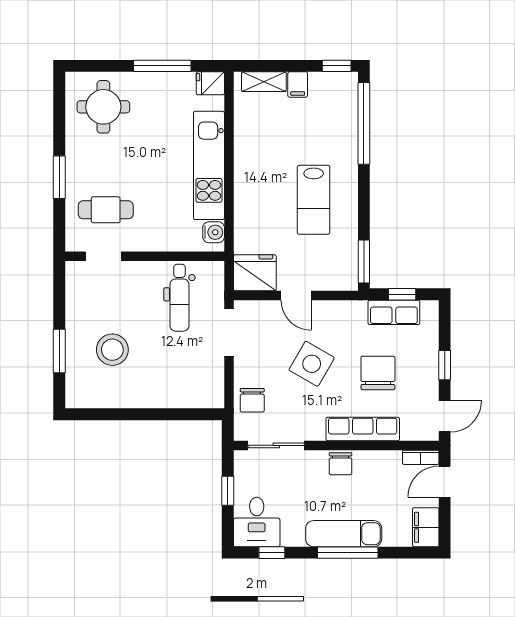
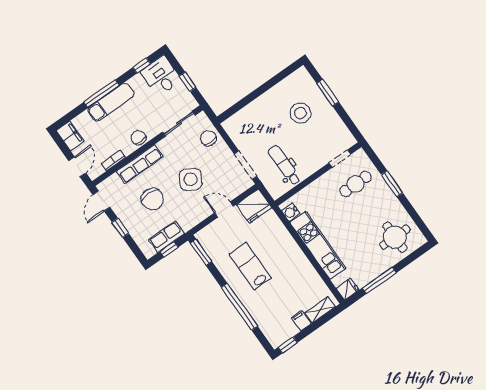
window: (364, 123) -> (239, 307), moved
bookcase: (421, 457) -> (113, 160), moved

